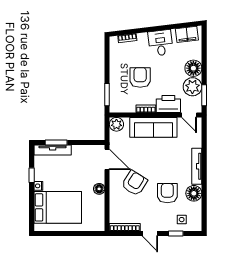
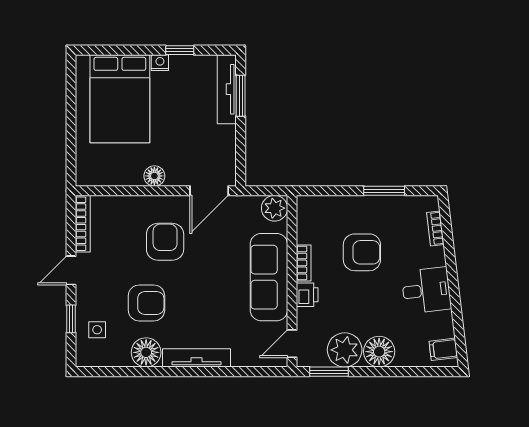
filing cabinet: (187, 34) -> (443, 349), width x0.50
window: (107, 95) -> (384, 191), moved
printer: (168, 104) -> (307, 295), width x0.53, depth x0.68
armchair: (134, 183) -> (165, 242), turned -122

